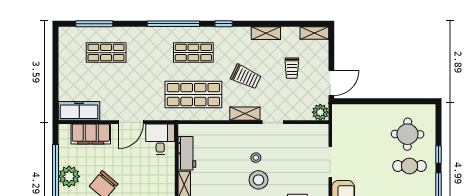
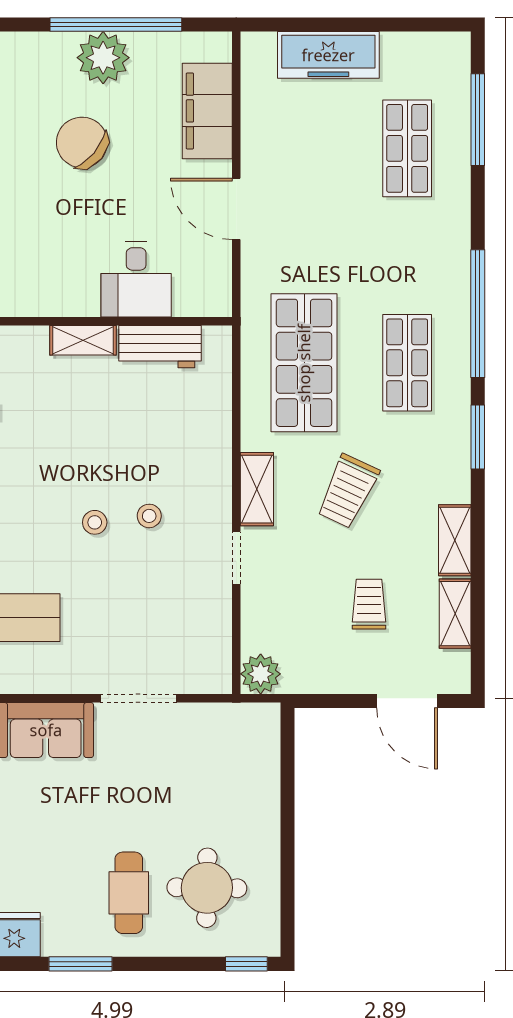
window: (224, 24) -> (478, 437), width x1.50
shelving: (314, 33) -> (455, 614), moved
trolley: (292, 68) -> (369, 604), turned 90
door: (331, 83) -> (407, 701), moved
freezer: (79, 111) -> (328, 55), moved, turned 90
desk: (160, 139) -> (136, 279), moved, turned 90
window: (439, 154) -> (246, 964), moved
stool: (258, 180) -> (95, 522), width x0.53, depth x0.53

